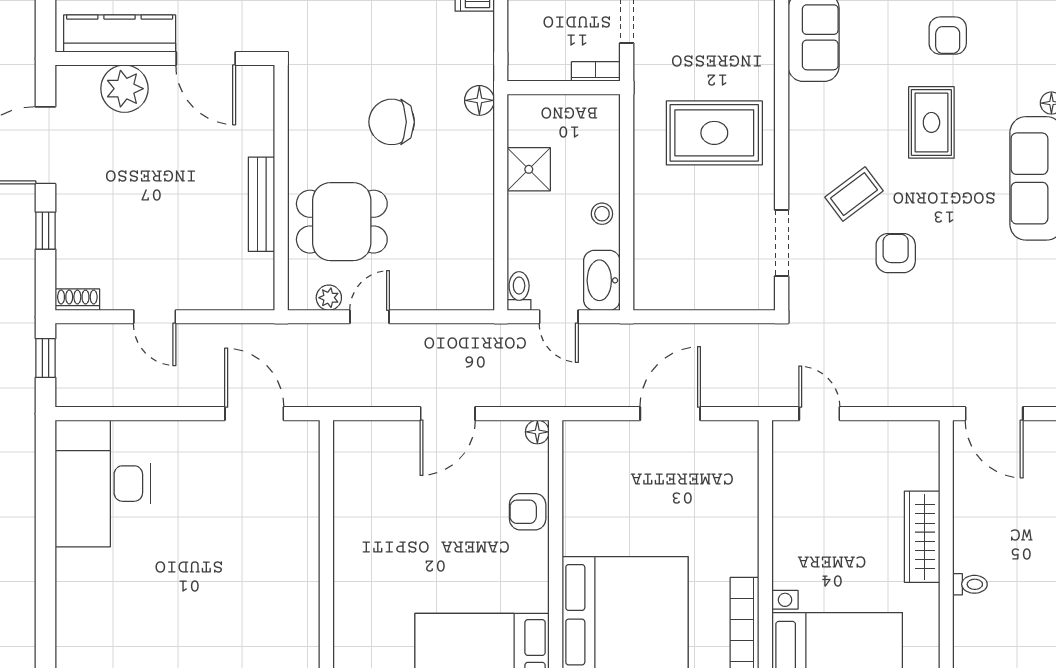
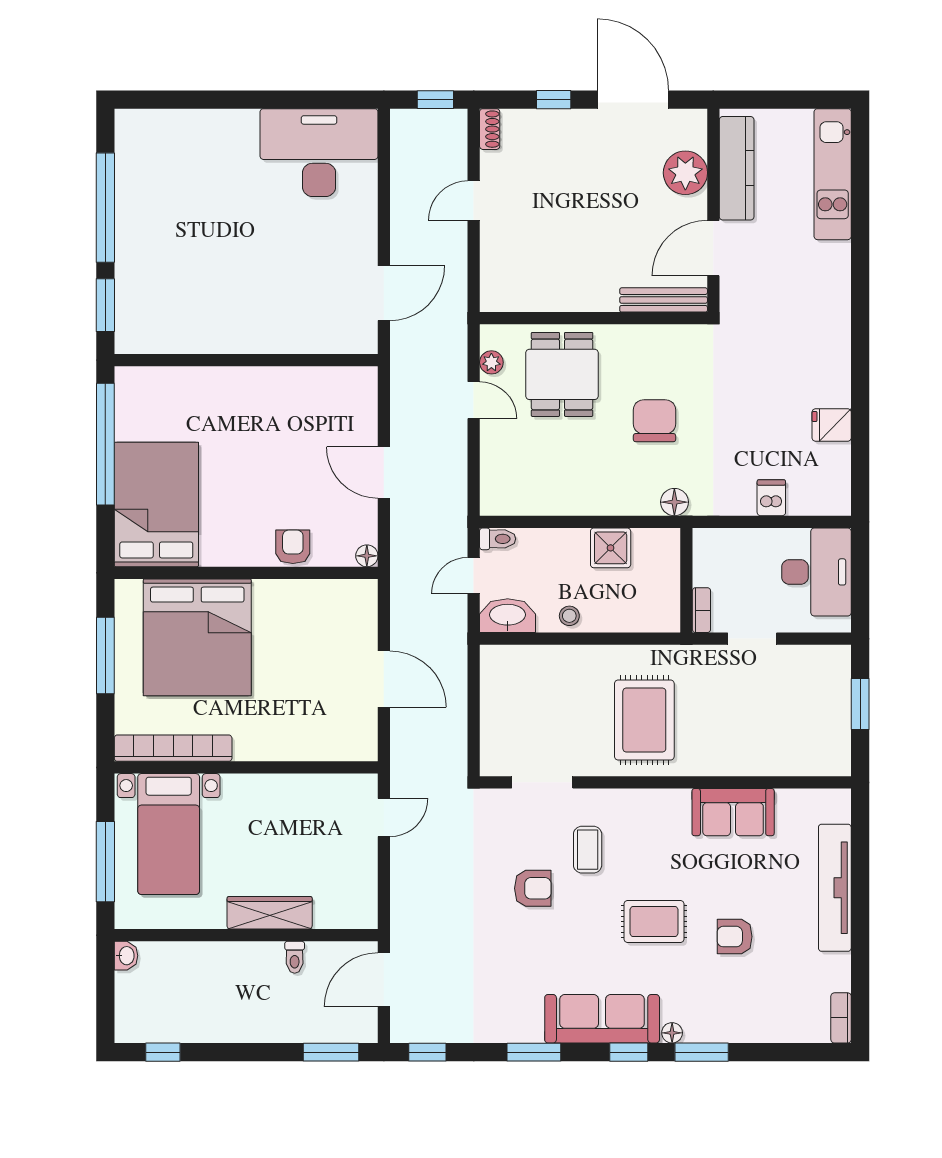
coffee table: (854, 194) -> (588, 850), turned 37
bench: (262, 204) -> (664, 300), moved
toilet: (970, 584) -> (295, 957), moved

